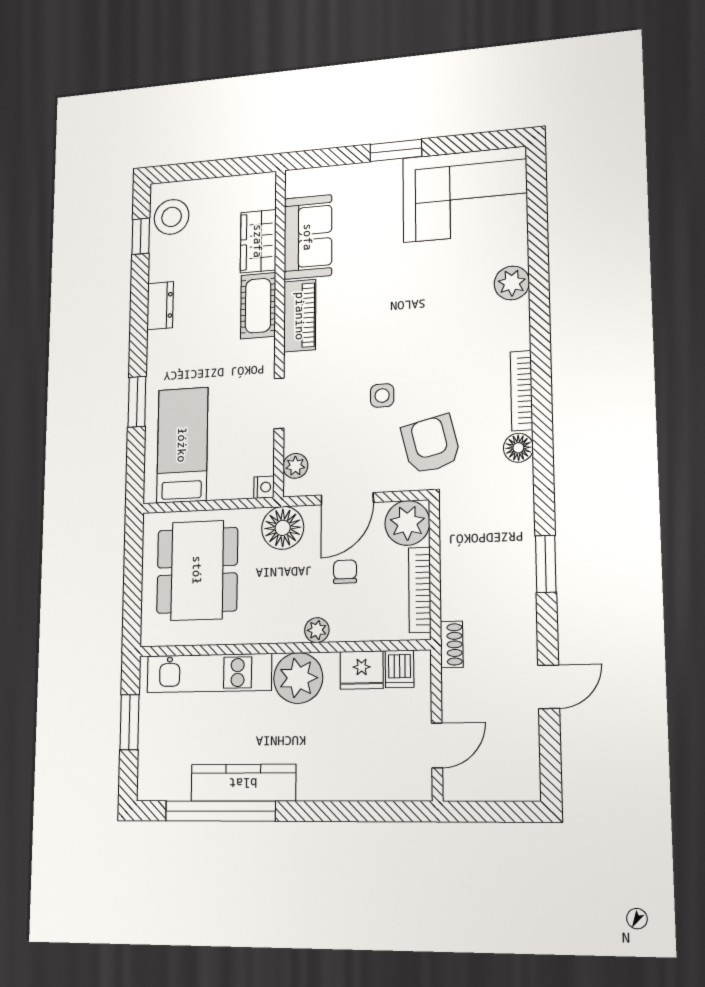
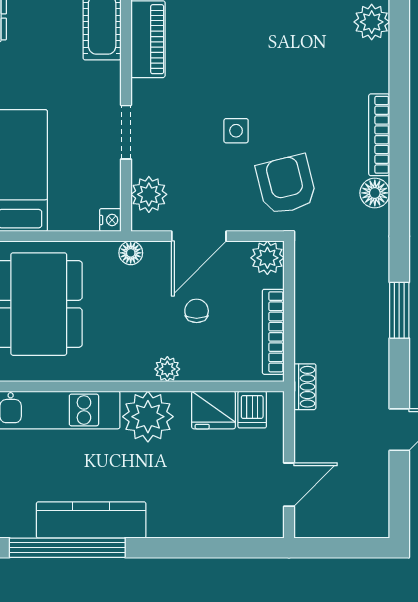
plant: (295, 466) -> (149, 194), width x1.38, depth x1.38
plant: (407, 523) -> (267, 258), width x0.73, depth x0.73
floor lamp: (283, 528) -> (131, 253), width x0.53, depth x0.53

